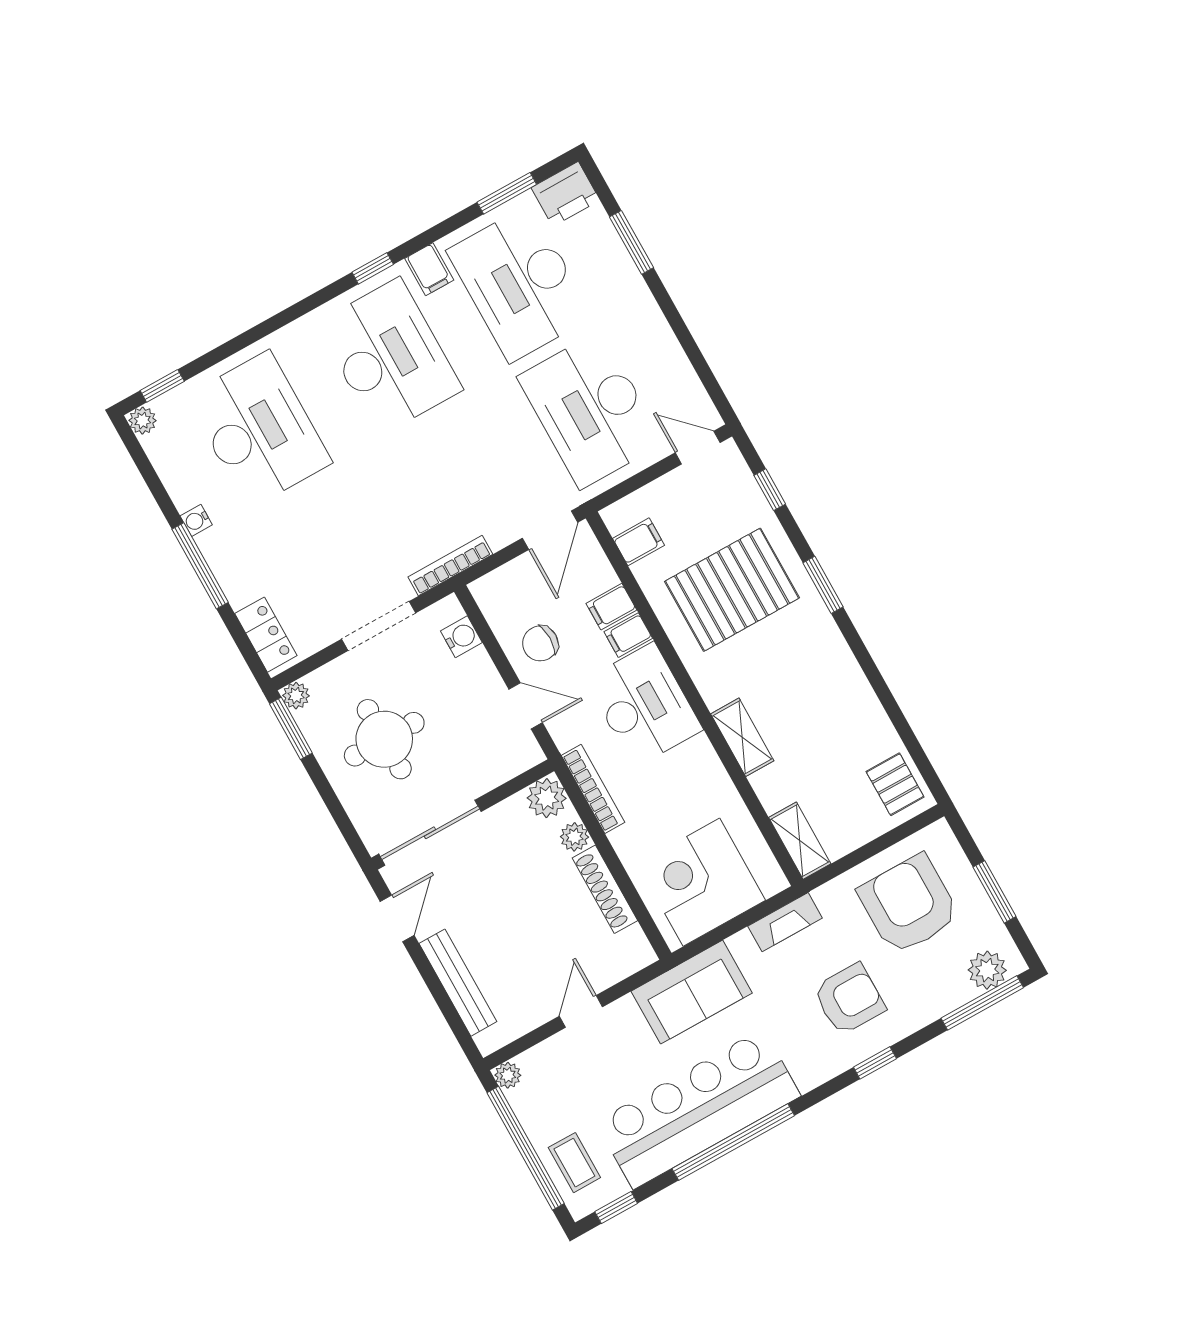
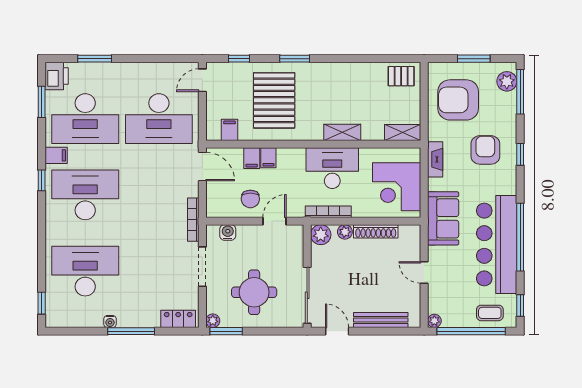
plant: (143, 421) -> (52, 321), removed
desk: (644, 705) -> (332, 168), moved

